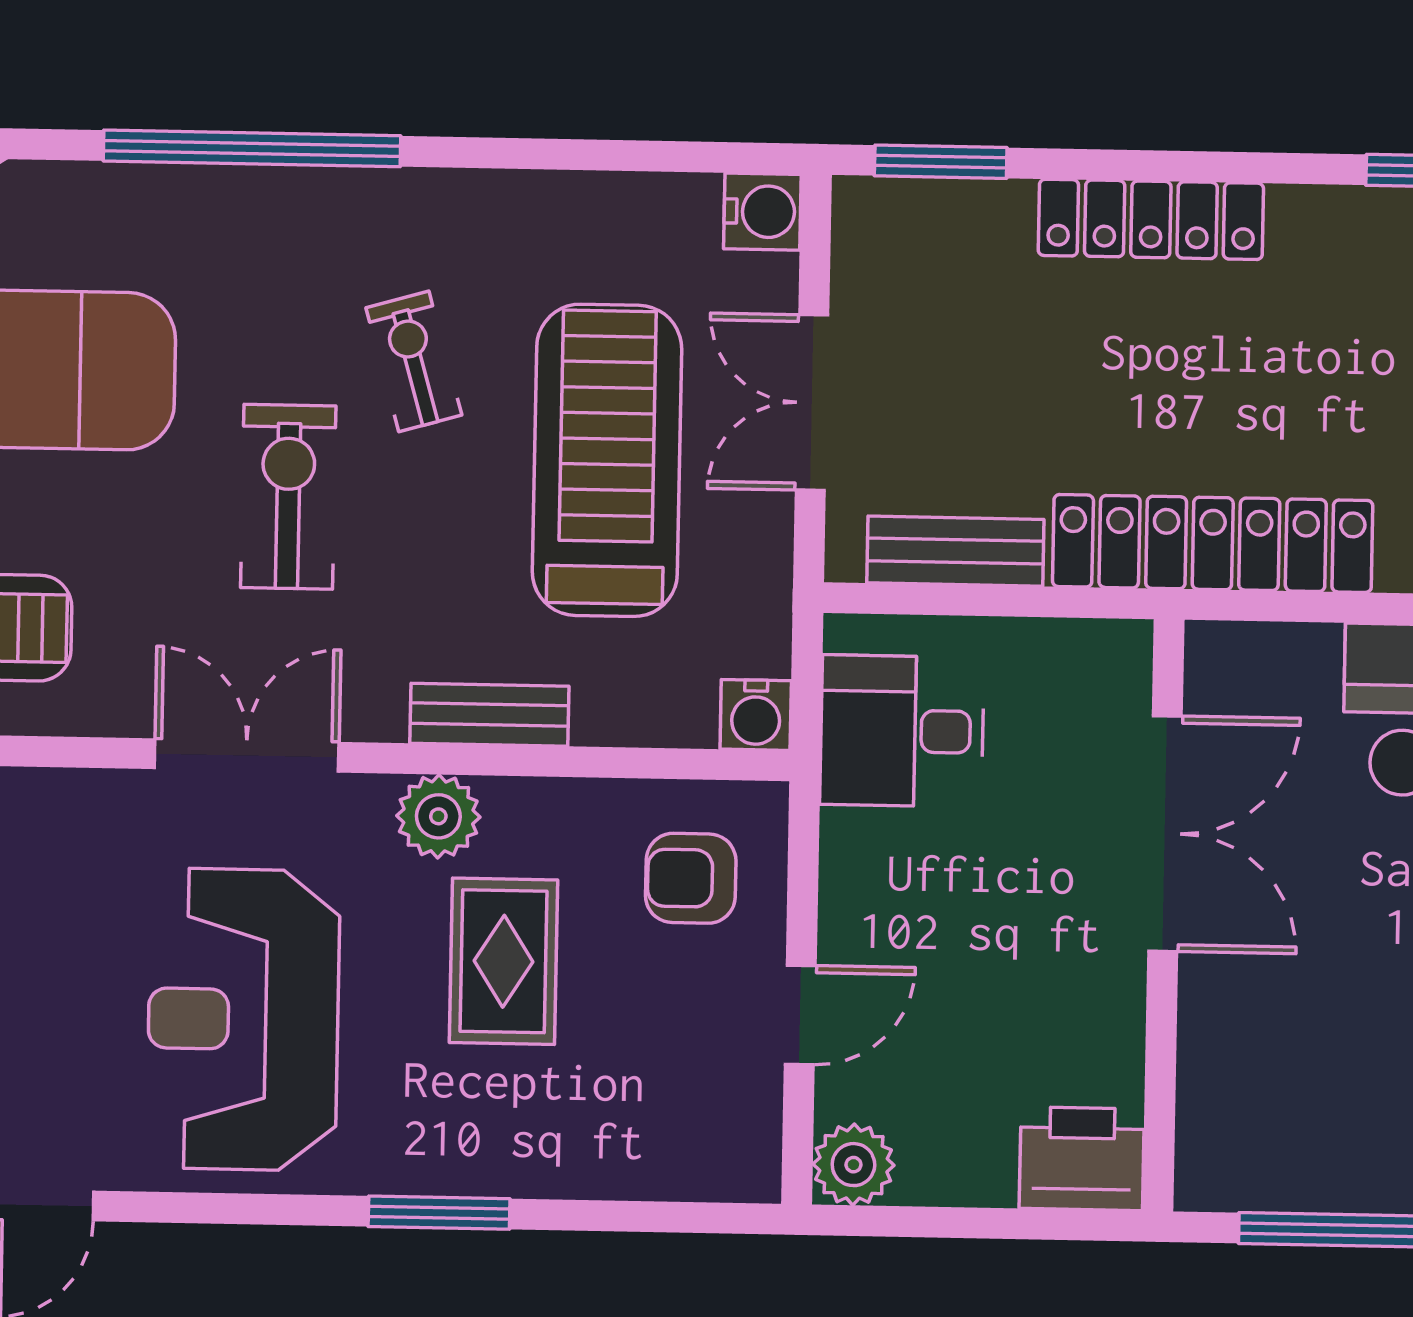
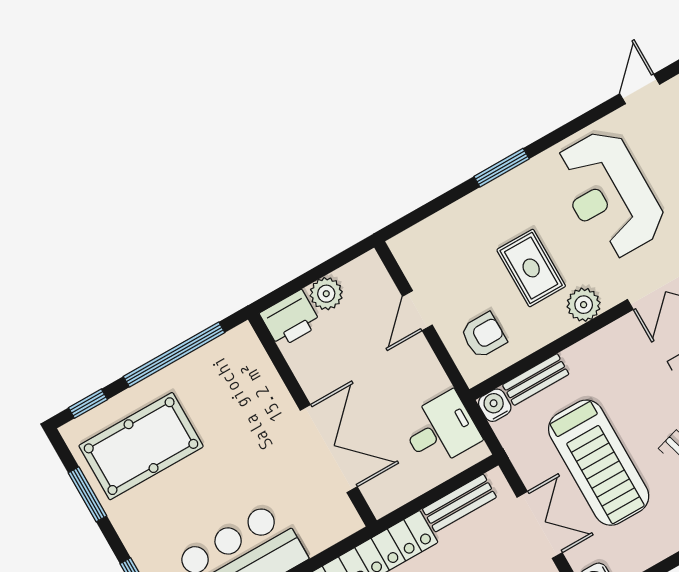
bench: (489, 715) -> (536, 380), moved
double door: (1165, 834) -> (329, 449), swing flipped
reception desk: (243, 1019) -> (609, 194), turned 180
plant: (853, 1165) -> (326, 294), moved

